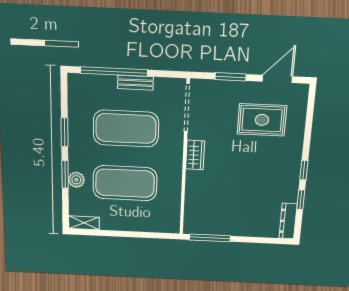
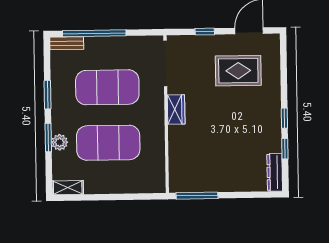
window: (231, 77) -> (205, 32), width x0.67
bench: (135, 83) -> (67, 43), moved

